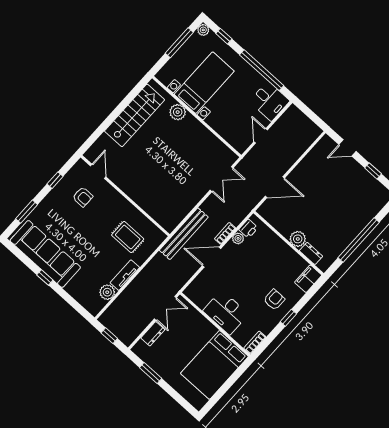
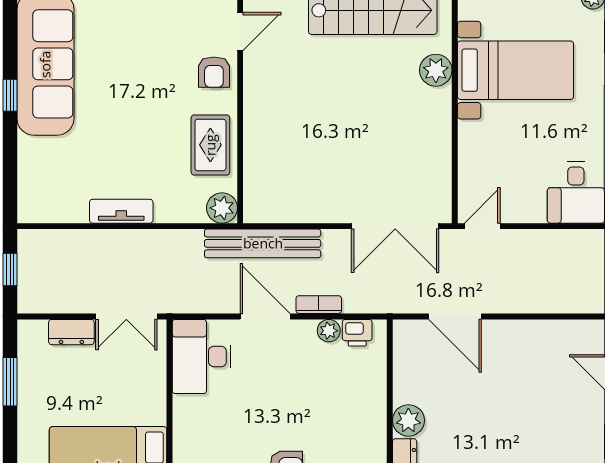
door: (261, 136) -> (482, 226), moved
double door: (222, 179) -> (395, 226), width x1.37
armchair: (83, 197) -> (214, 72), moved
rug: (128, 237) -> (210, 145), moved
plant: (107, 292) -> (222, 208), moved
desk: (226, 312) -> (202, 356), moved

